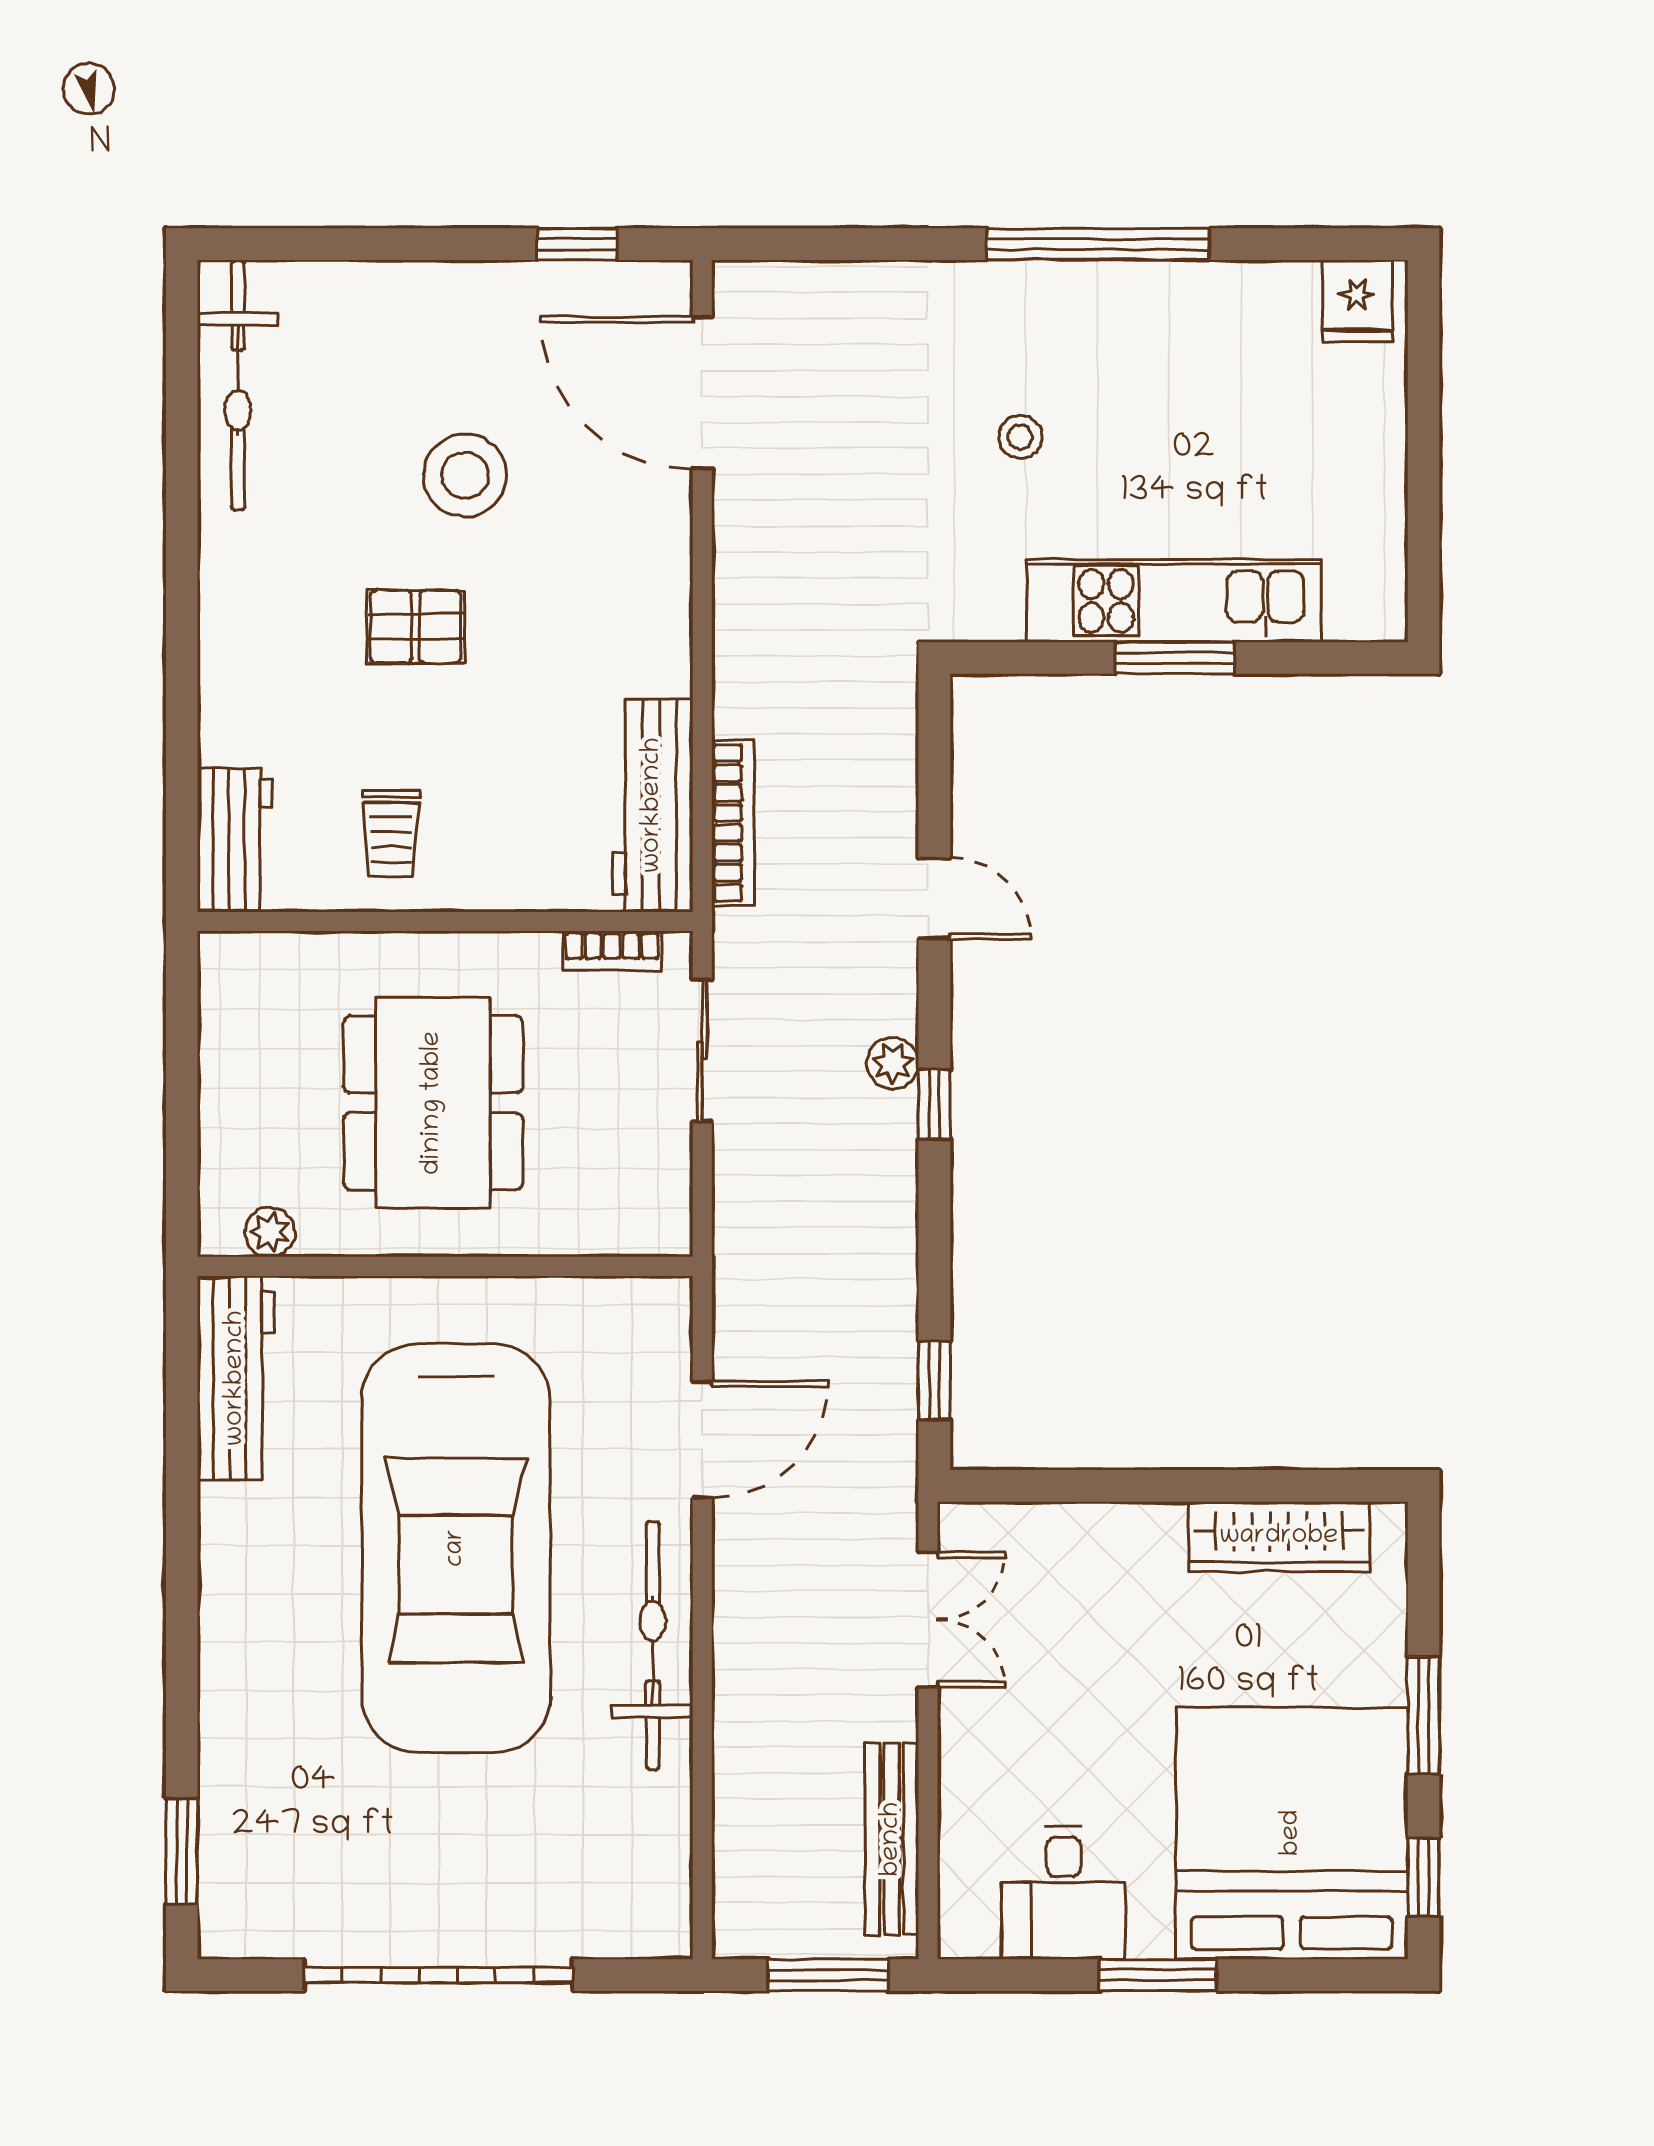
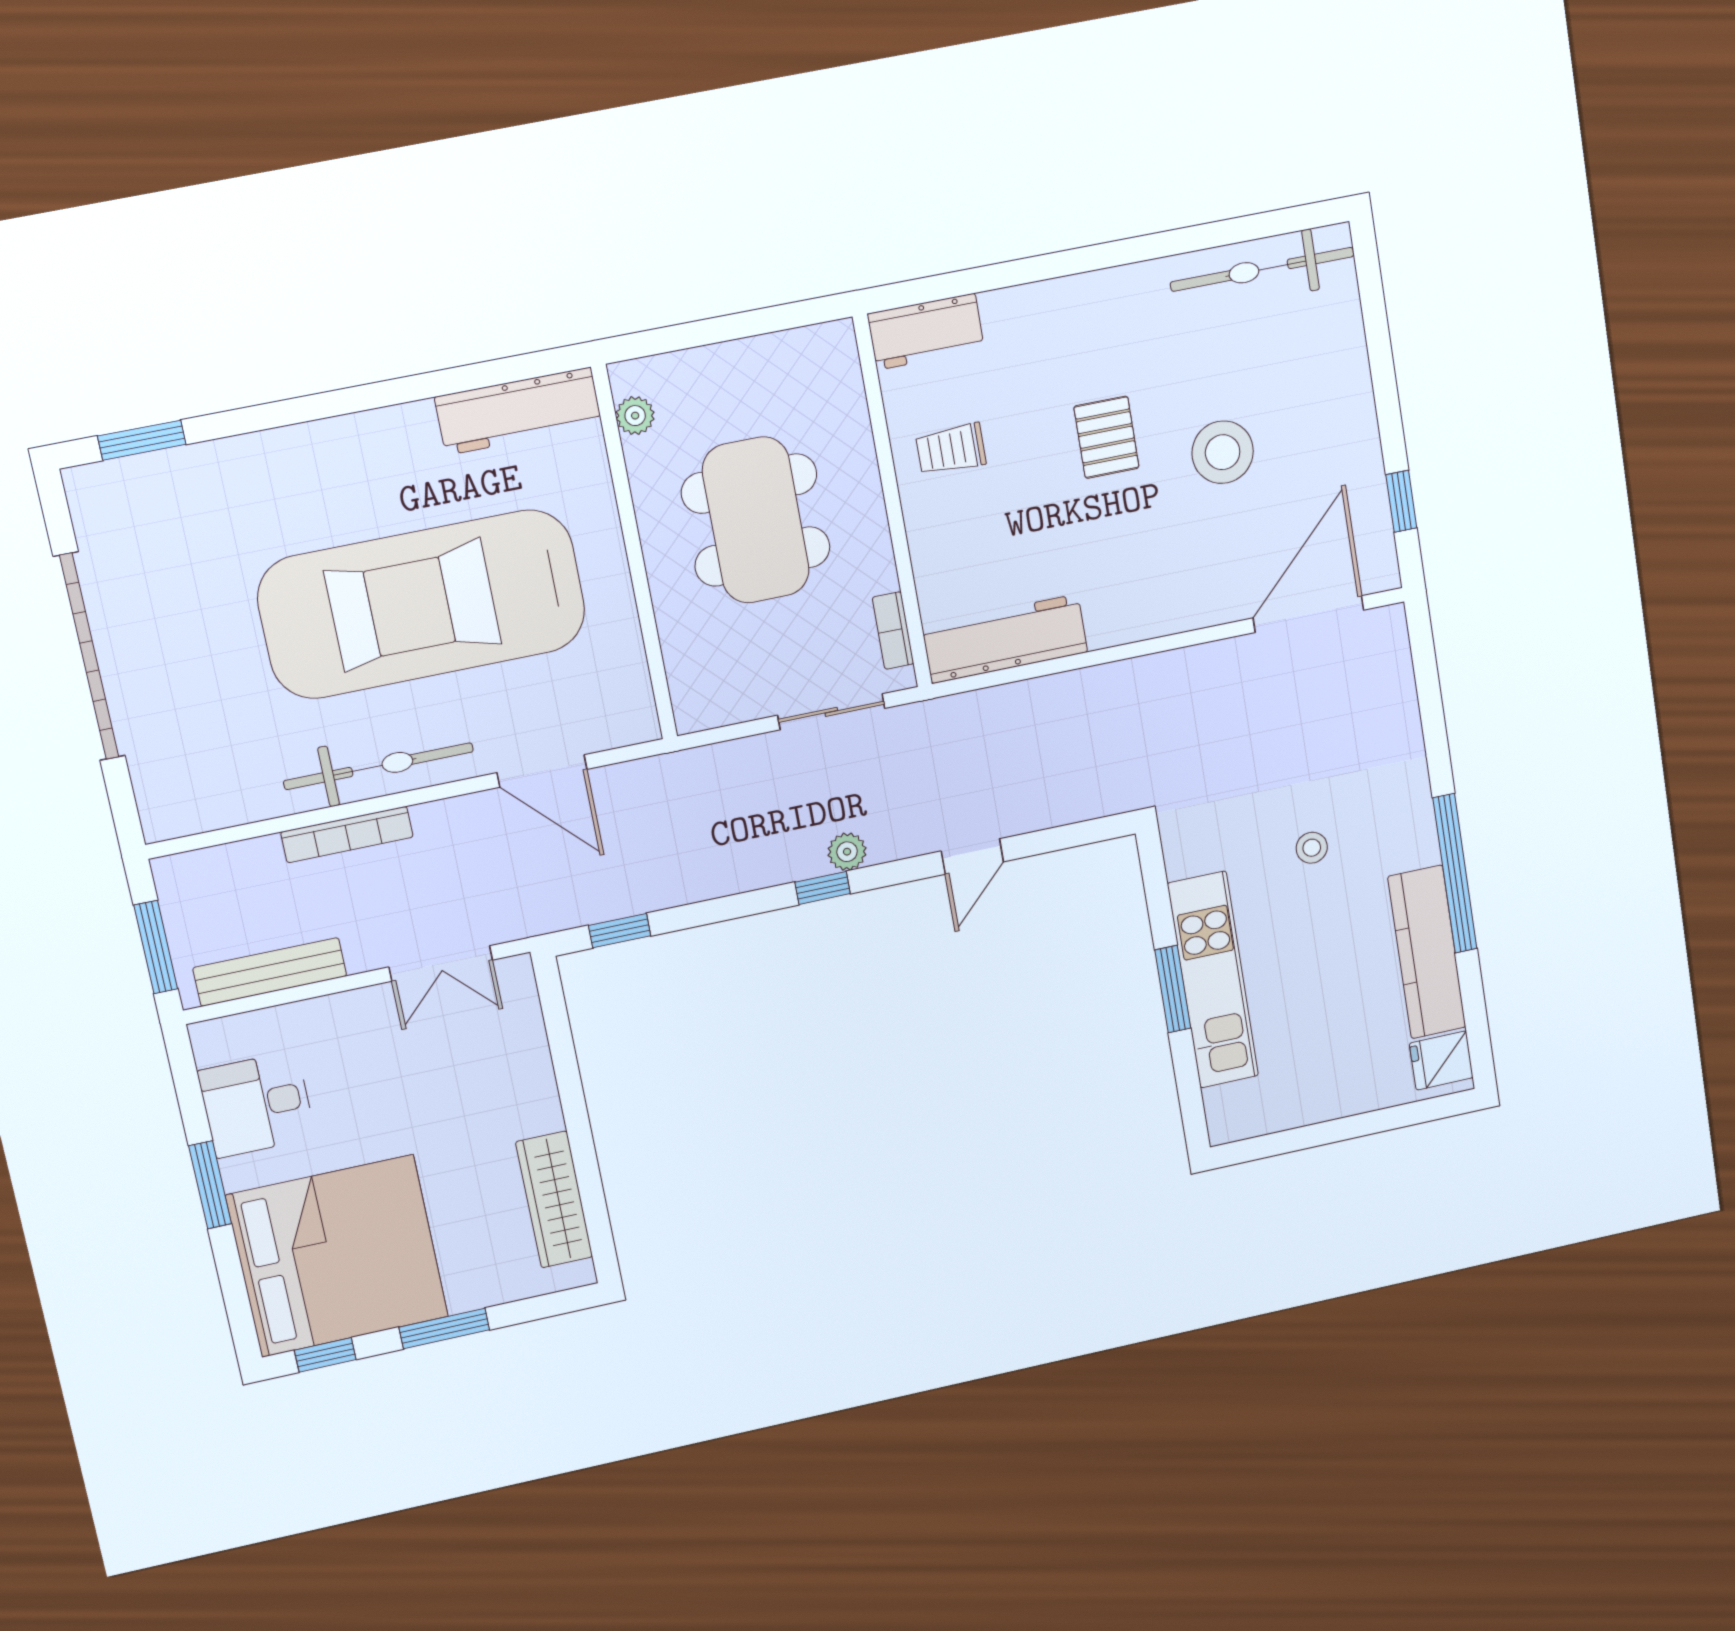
kitchen counter: (1200, 299) -> (1427, 952), added
bookcase: (733, 823) -> (347, 835), moved
dining table: (433, 1103) -> (756, 520), turned 90

